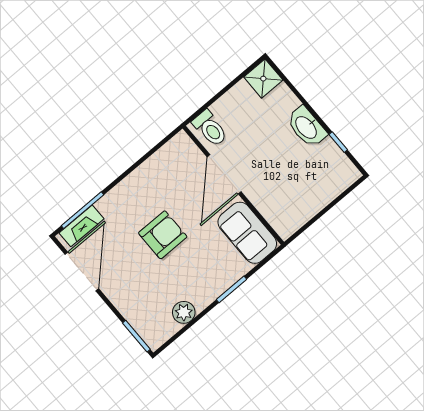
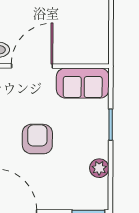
door: (224, 174) -> (32, 66), swing flipped

